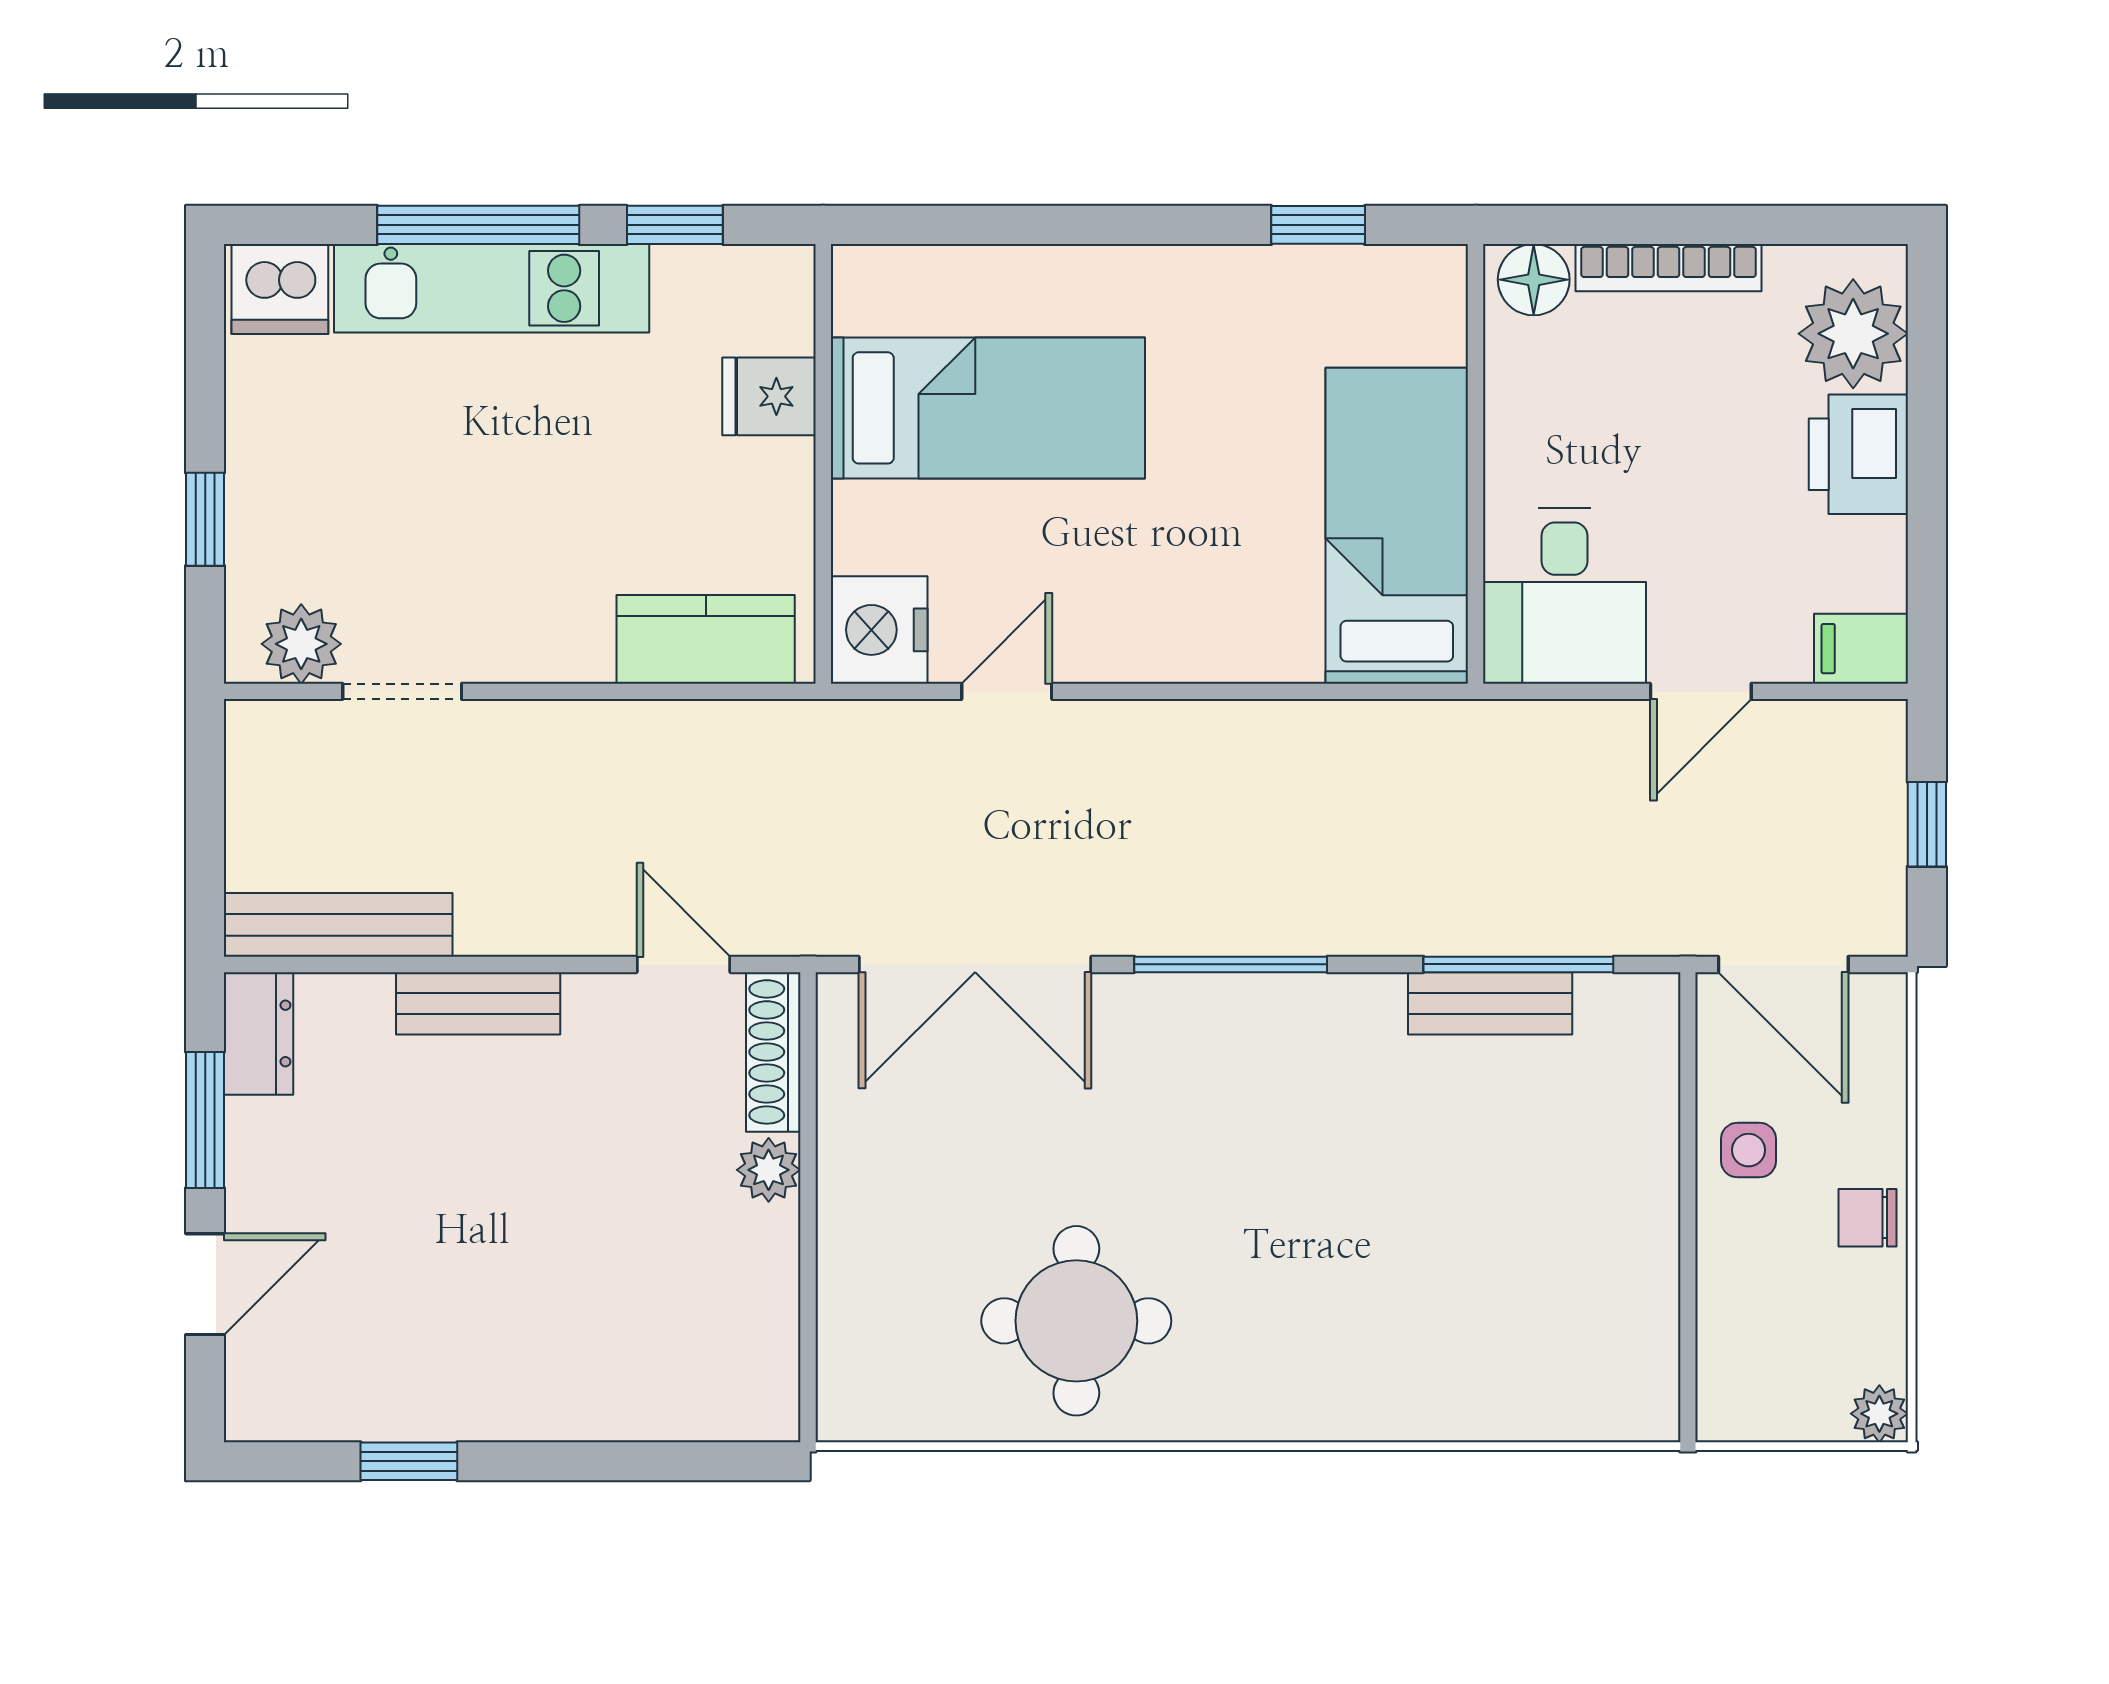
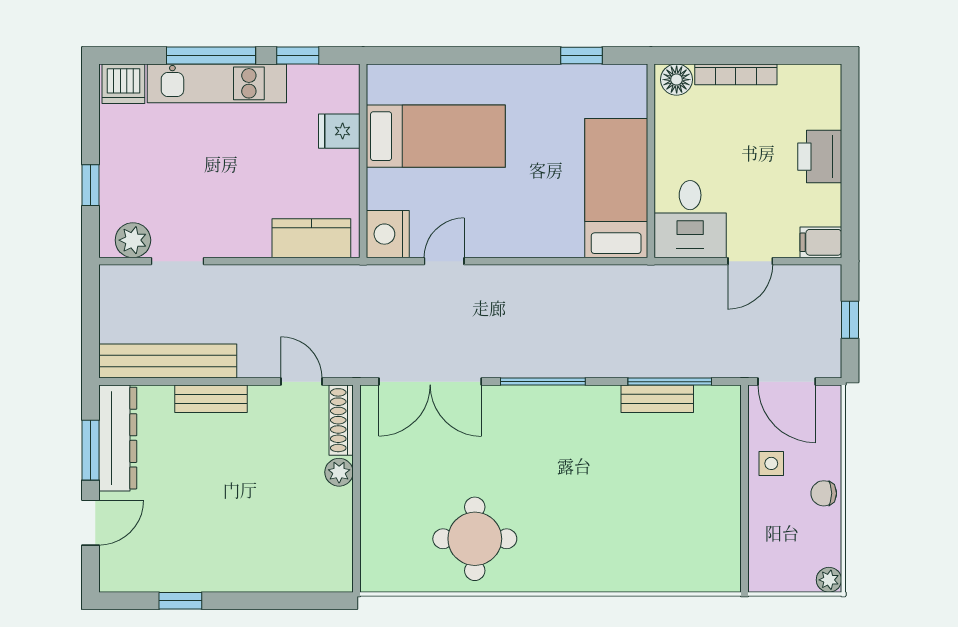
plant: (1853, 334) -> (817, 103), removed
bench: (338, 925) -> (168, 361), width x1.37, depth x1.21
dresser: (259, 1033) -> (118, 438), width x1.96, depth x1.24

